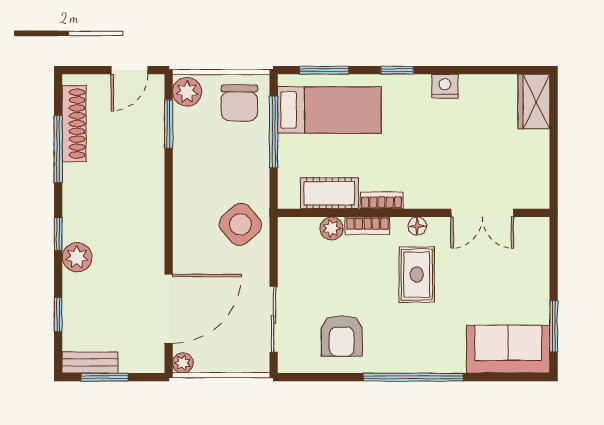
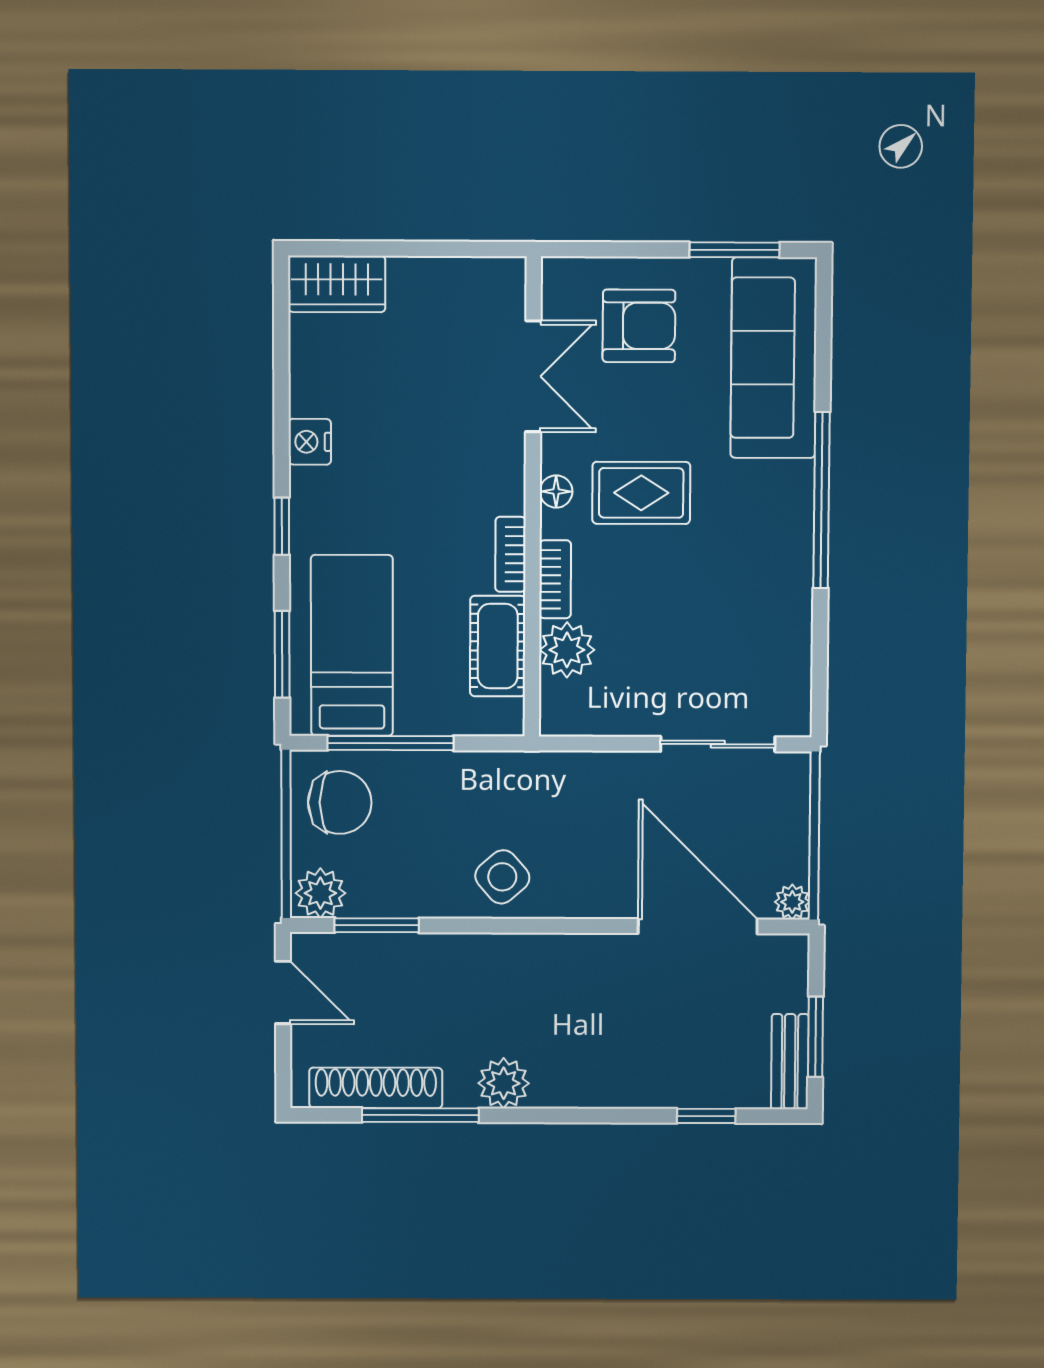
side table: (240, 224) -> (502, 877), moved, width x0.73, depth x0.73
plant: (332, 228) -> (567, 650), width x1.38, depth x1.38
window: (58, 234) -> (567, 1116), removed
plant: (77, 257) -> (504, 1083), moved
armchair: (342, 336) -> (639, 326), moved
sofa: (508, 349) -> (774, 358), width x1.36

